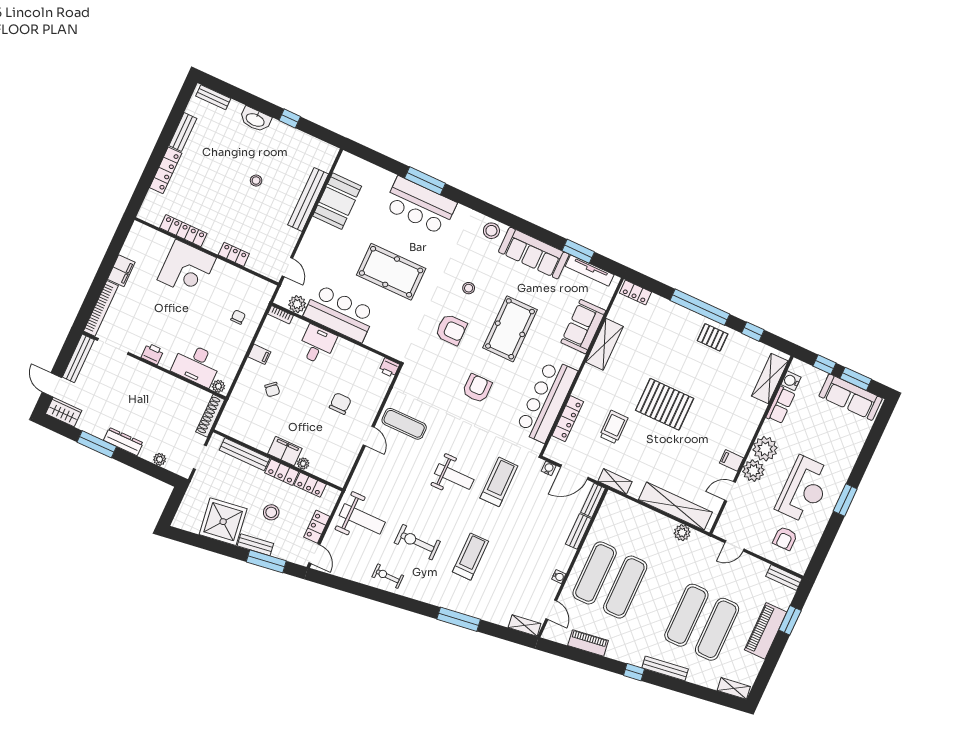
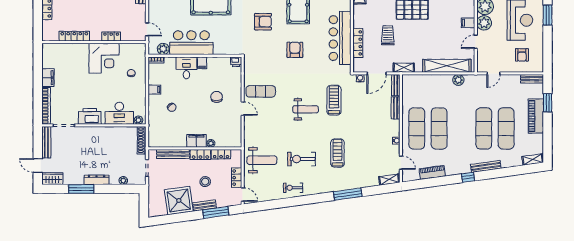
corner desk: (187, 269) -> (104, 58), moved
filing cabinet: (342, 348) -> (202, 63), added
printer: (152, 354) -> (90, 116), width x1.87, depth x1.48

